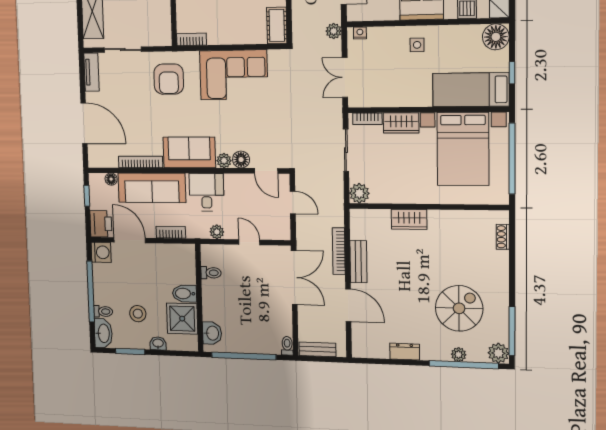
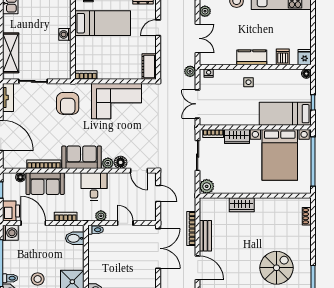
floor lamp: (496, 37) -> (306, 74), width x0.53, depth x0.53
sofa: (152, 188) -> (45, 184), width x0.73
toilet: (211, 273) -> (96, 230), moved
bidet: (185, 294) -> (75, 238), moved

